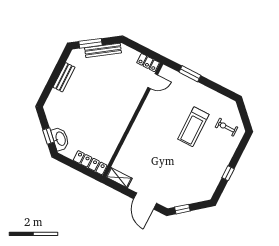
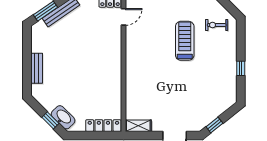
bench: (64, 77) -> (37, 68), moved
treadmill: (193, 127) -> (185, 41), turned 180

